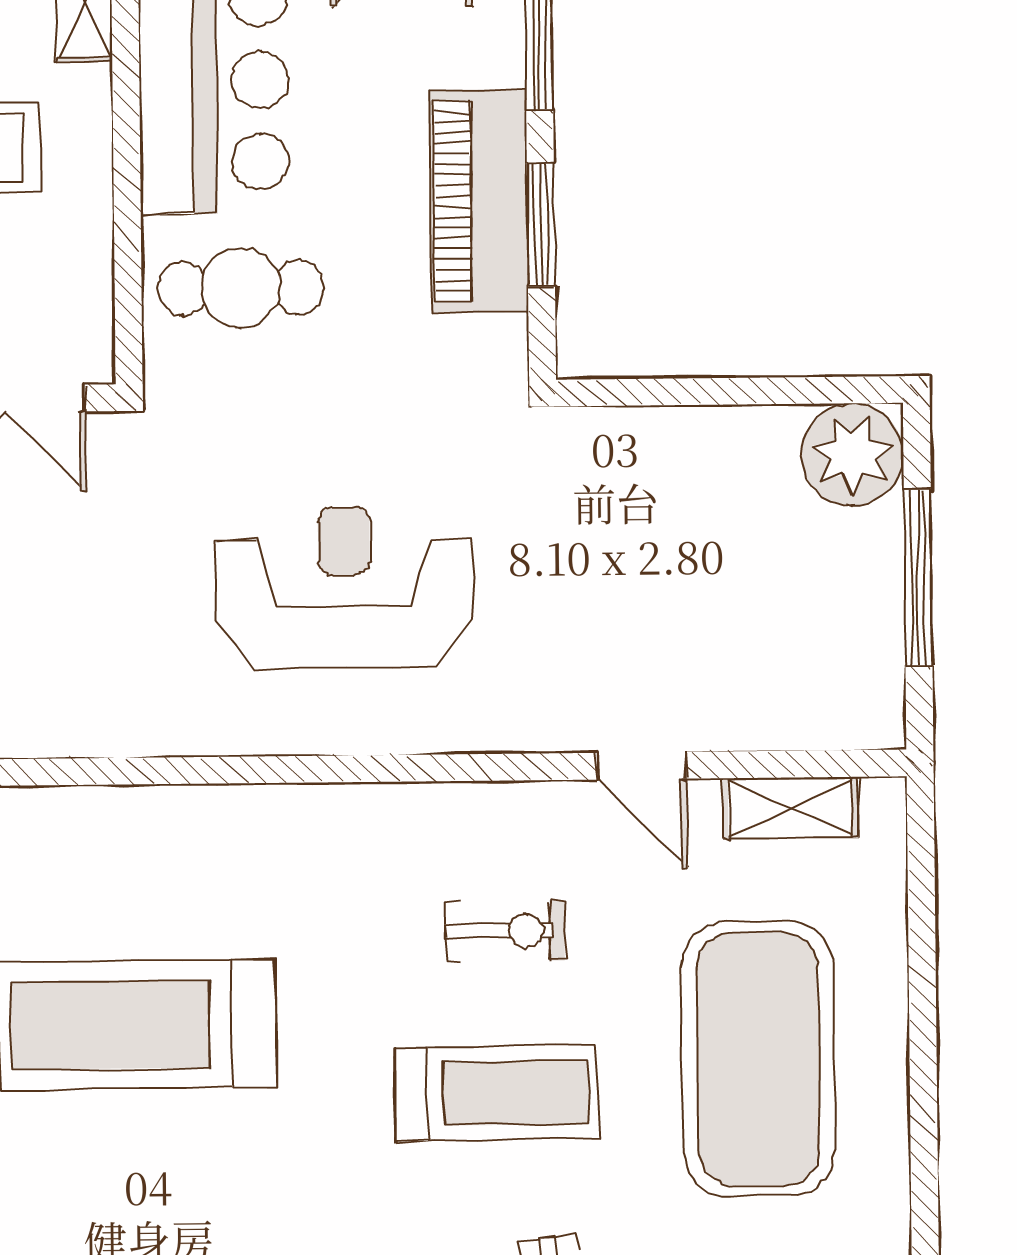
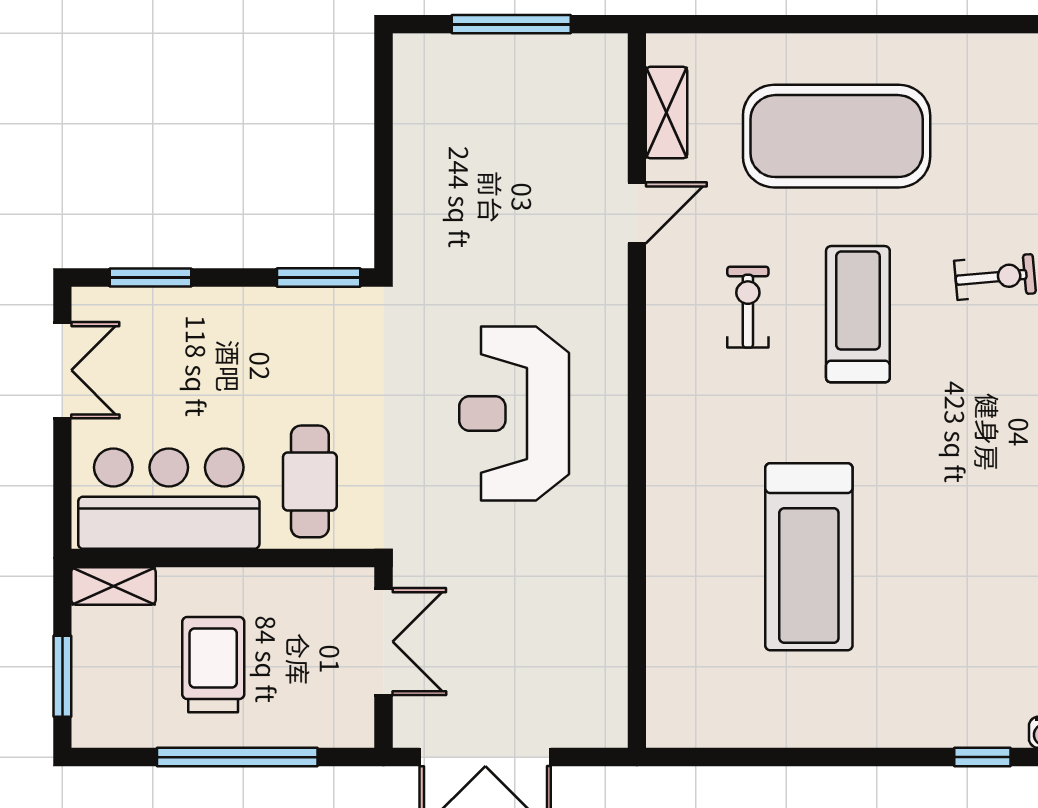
piano: (479, 201) -> (253, 319), removed
window: (541, 224) -> (319, 278), moved
plant: (852, 455) -> (427, 68), removed

